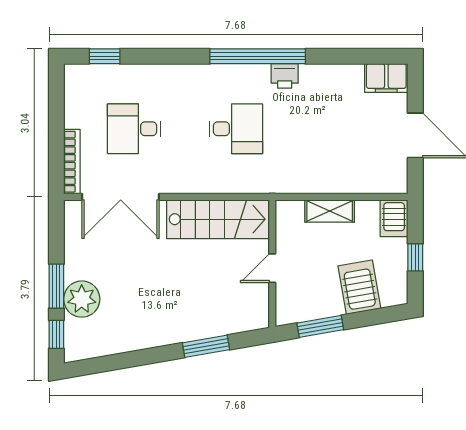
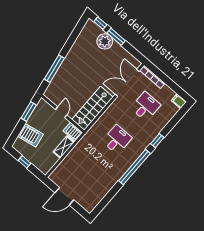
window: (105, 56) -> (157, 141), moved
printer: (285, 76) -> (120, 170), removed
filing cabinet: (386, 78) -> (179, 101), moved, width x0.50
desk: (236, 129) -> (117, 140), turned 180
server rack: (394, 218) -> (73, 132), moved
window: (206, 346) -> (54, 69), width x1.44

